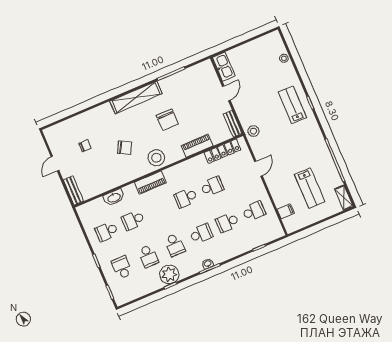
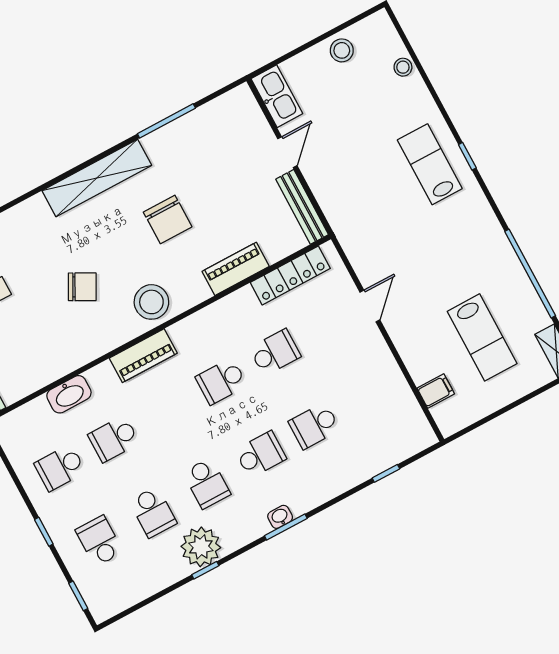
bench: (233, 124) -> (302, 207), width x1.36
stool: (253, 131) -> (342, 50), moved
school desk: (254, 211) -> (368, 397), removed

